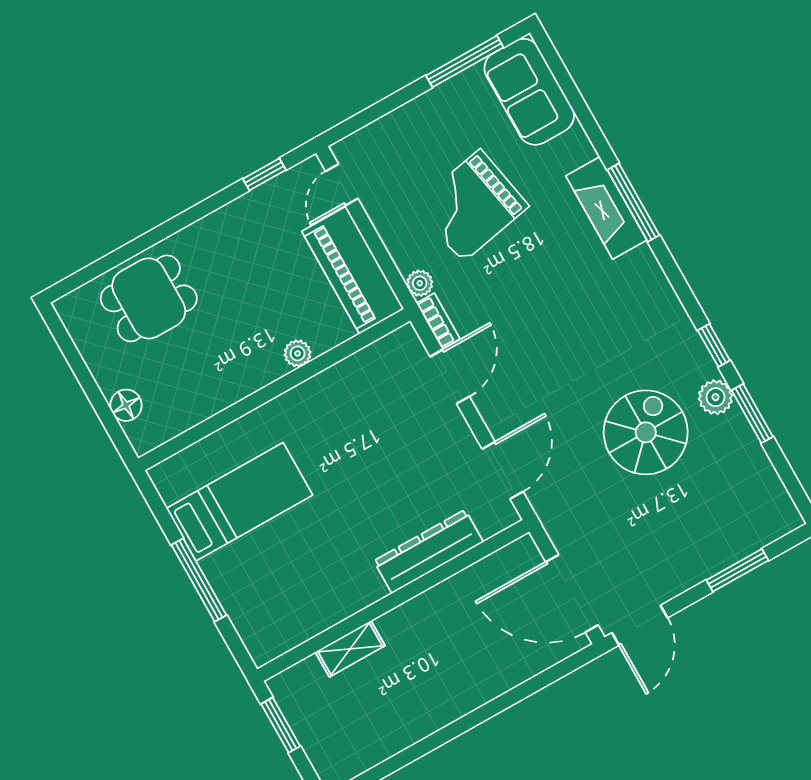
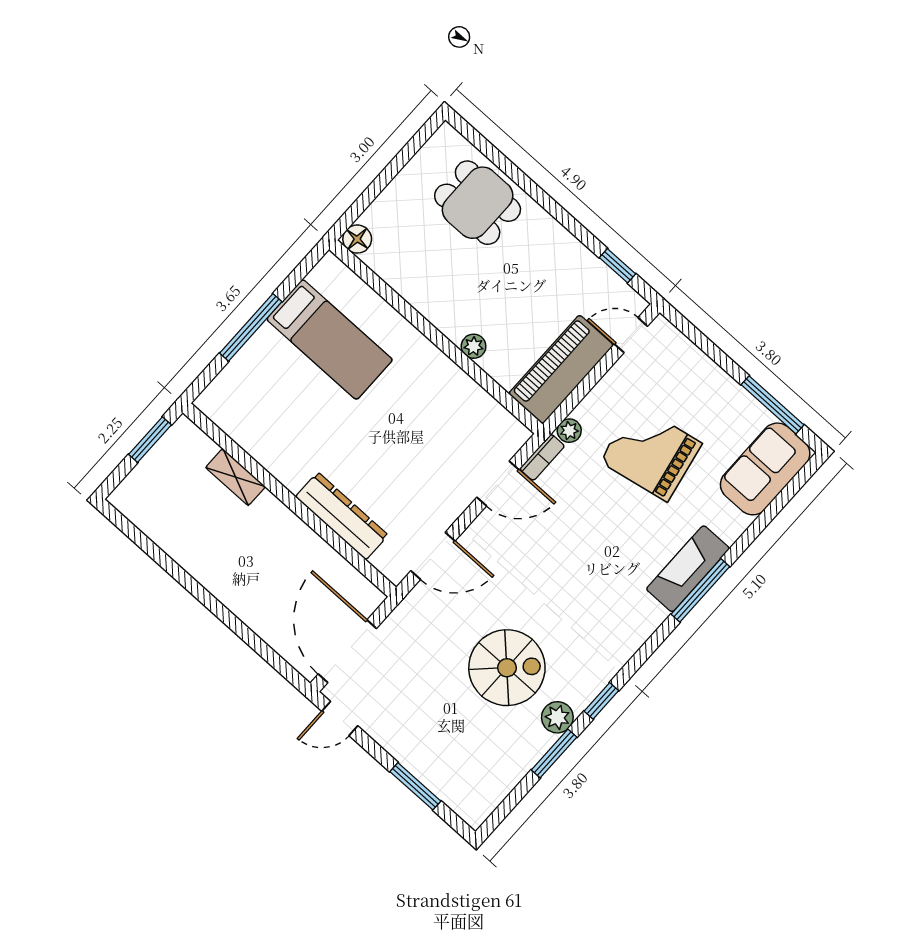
floor lamp: (126, 405) -> (357, 239), moved
door: (640, 625) -> (340, 719), width x0.73

